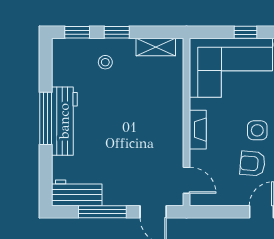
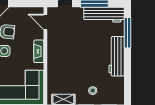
window: (46, 118) -> (127, 33), moved
workbench: (77, 193) -> (104, 15), width x1.38

